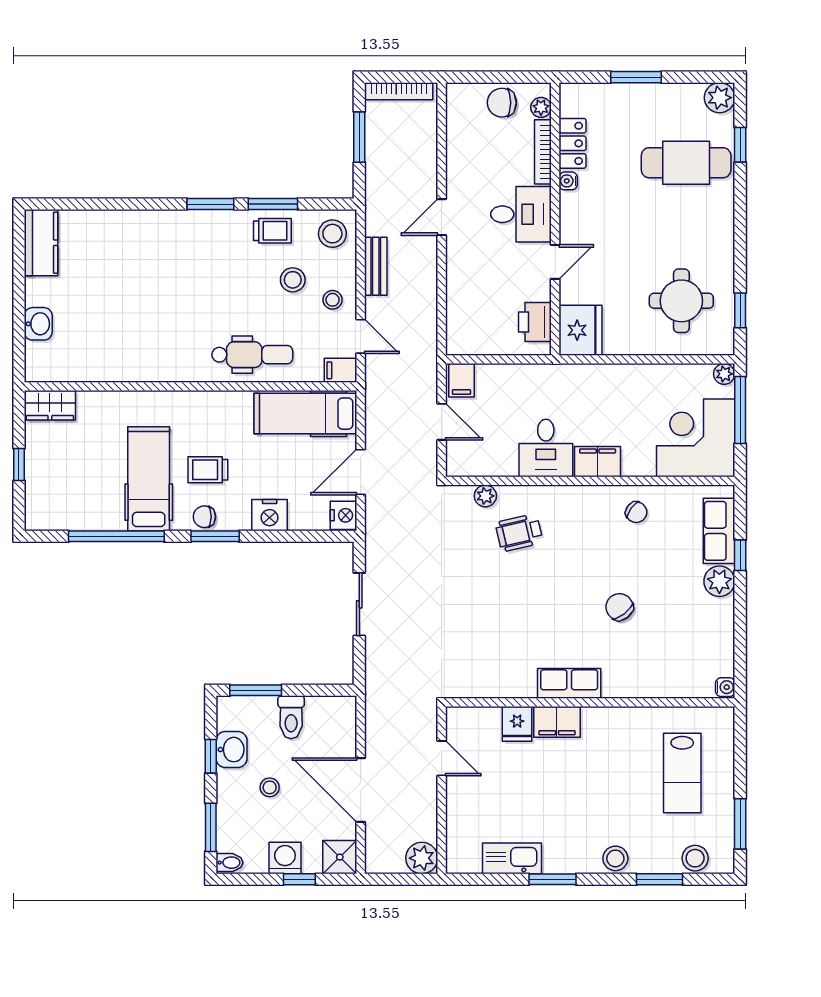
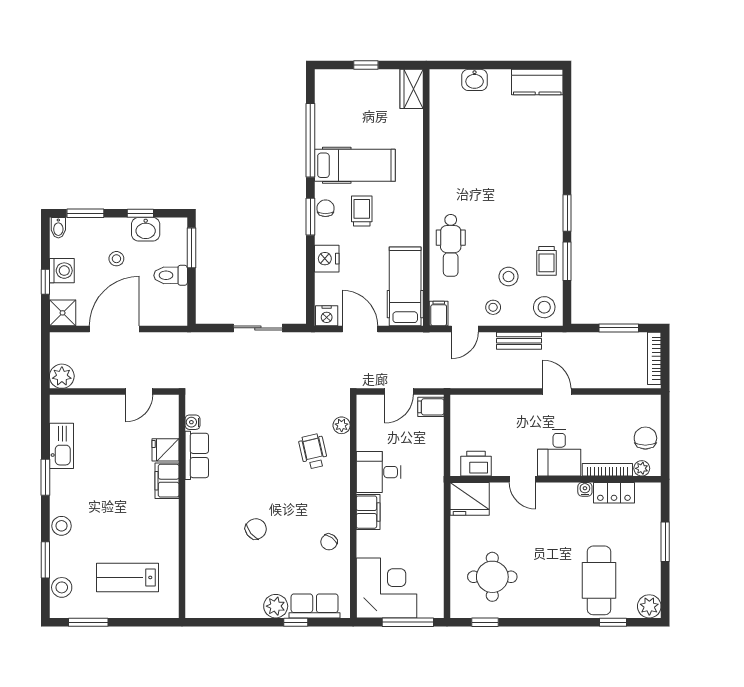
plant: (724, 374) -> (436, 610), removed
row of seats: (569, 683) -> (197, 455), moved
water cooler: (725, 687) -> (193, 422), moved, turned 90

